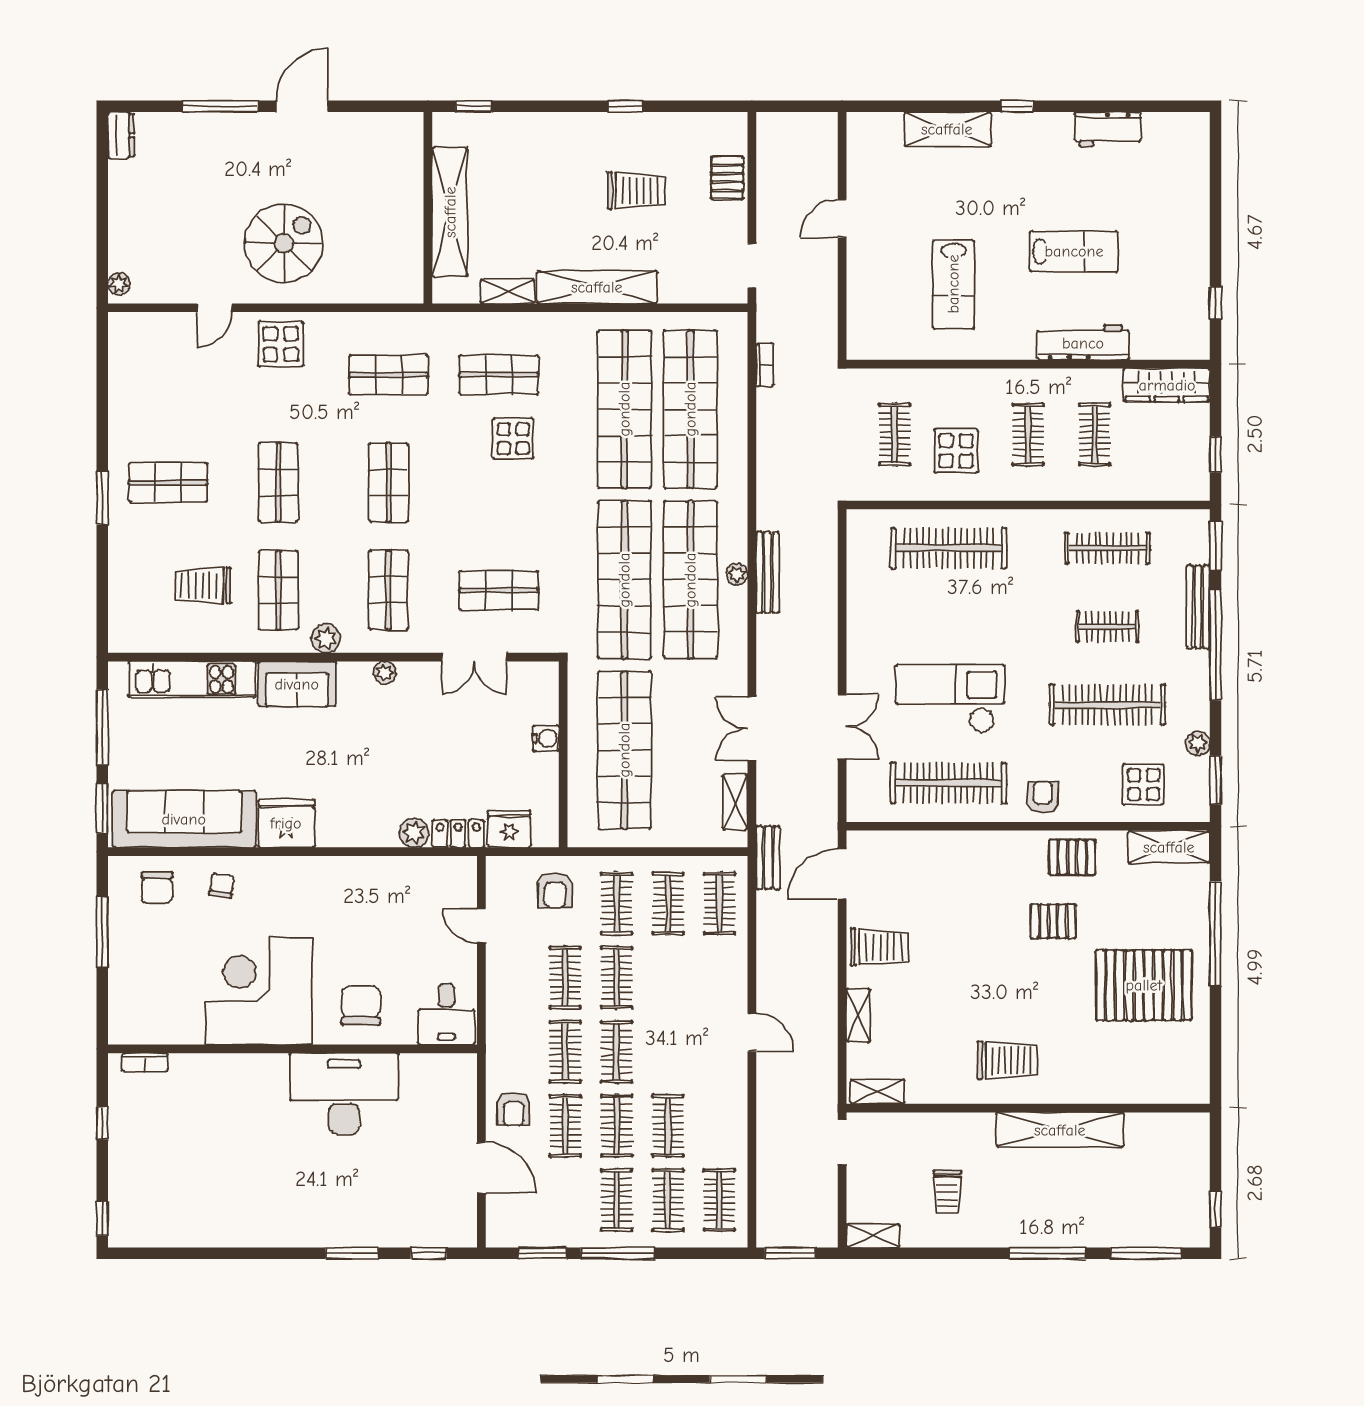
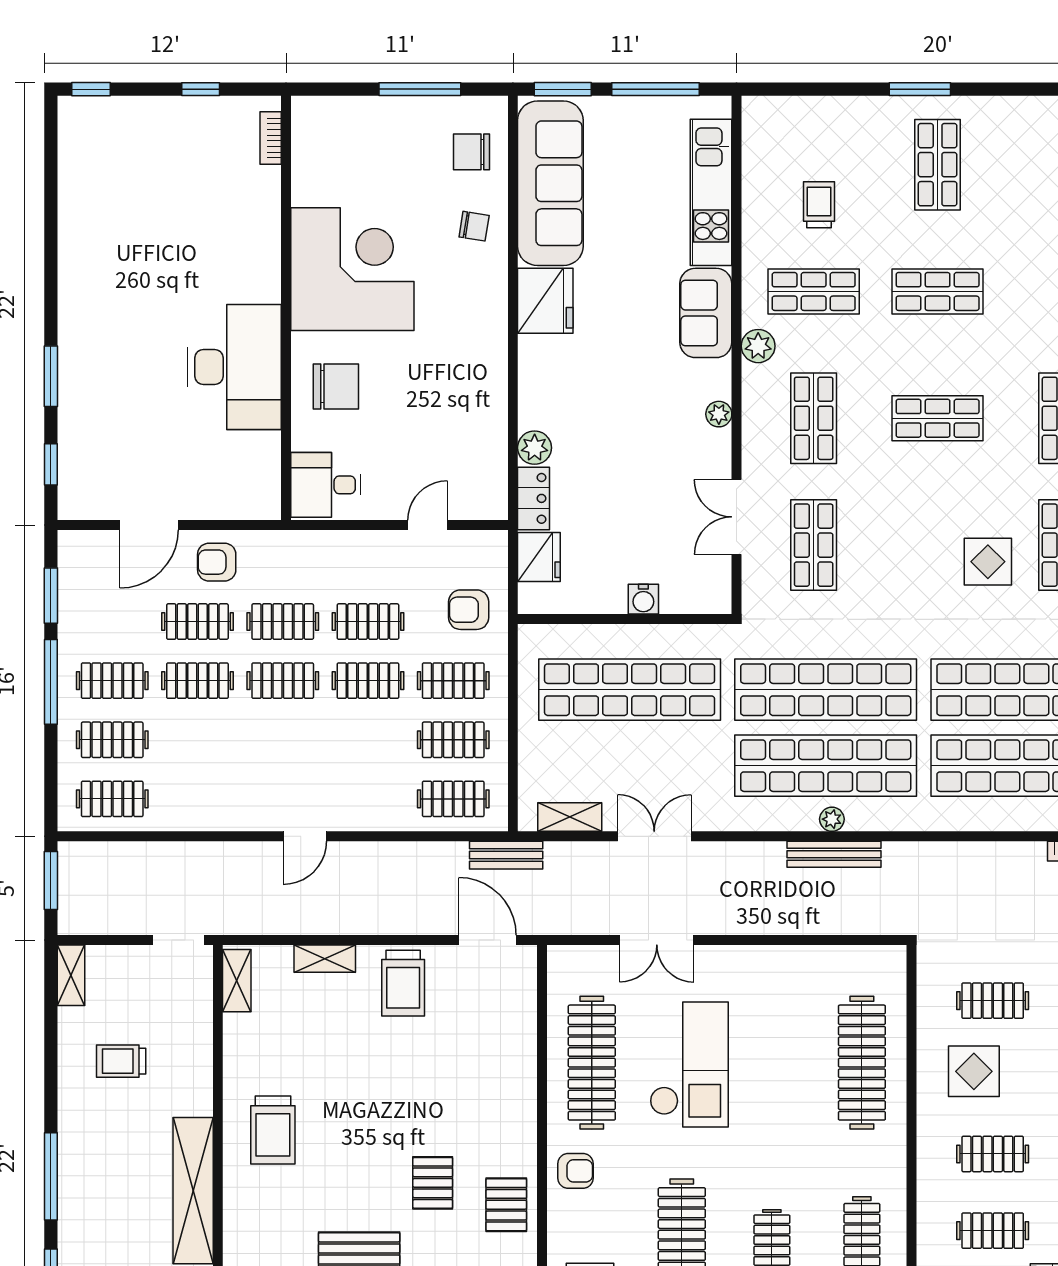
trolley: (203, 586) -> (819, 205), width x0.73, depth x0.72
shop shelf: (389, 590) -> (814, 418), turned 90
clothes rail: (668, 1126) -> (197, 740), removed

